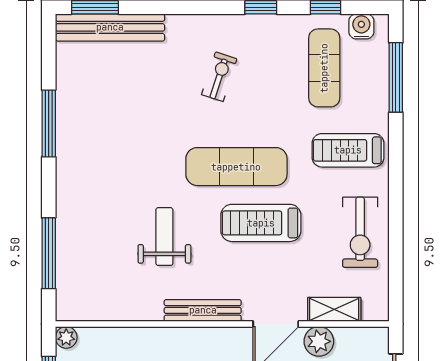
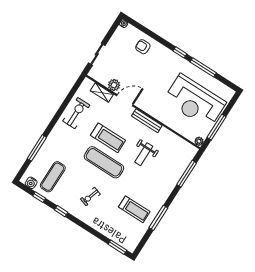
bench: (110, 27) -> (117, 237), removed
window: (396, 77) -> (37, 148), moved
treadmill: (348, 150) -> (134, 209), moved

